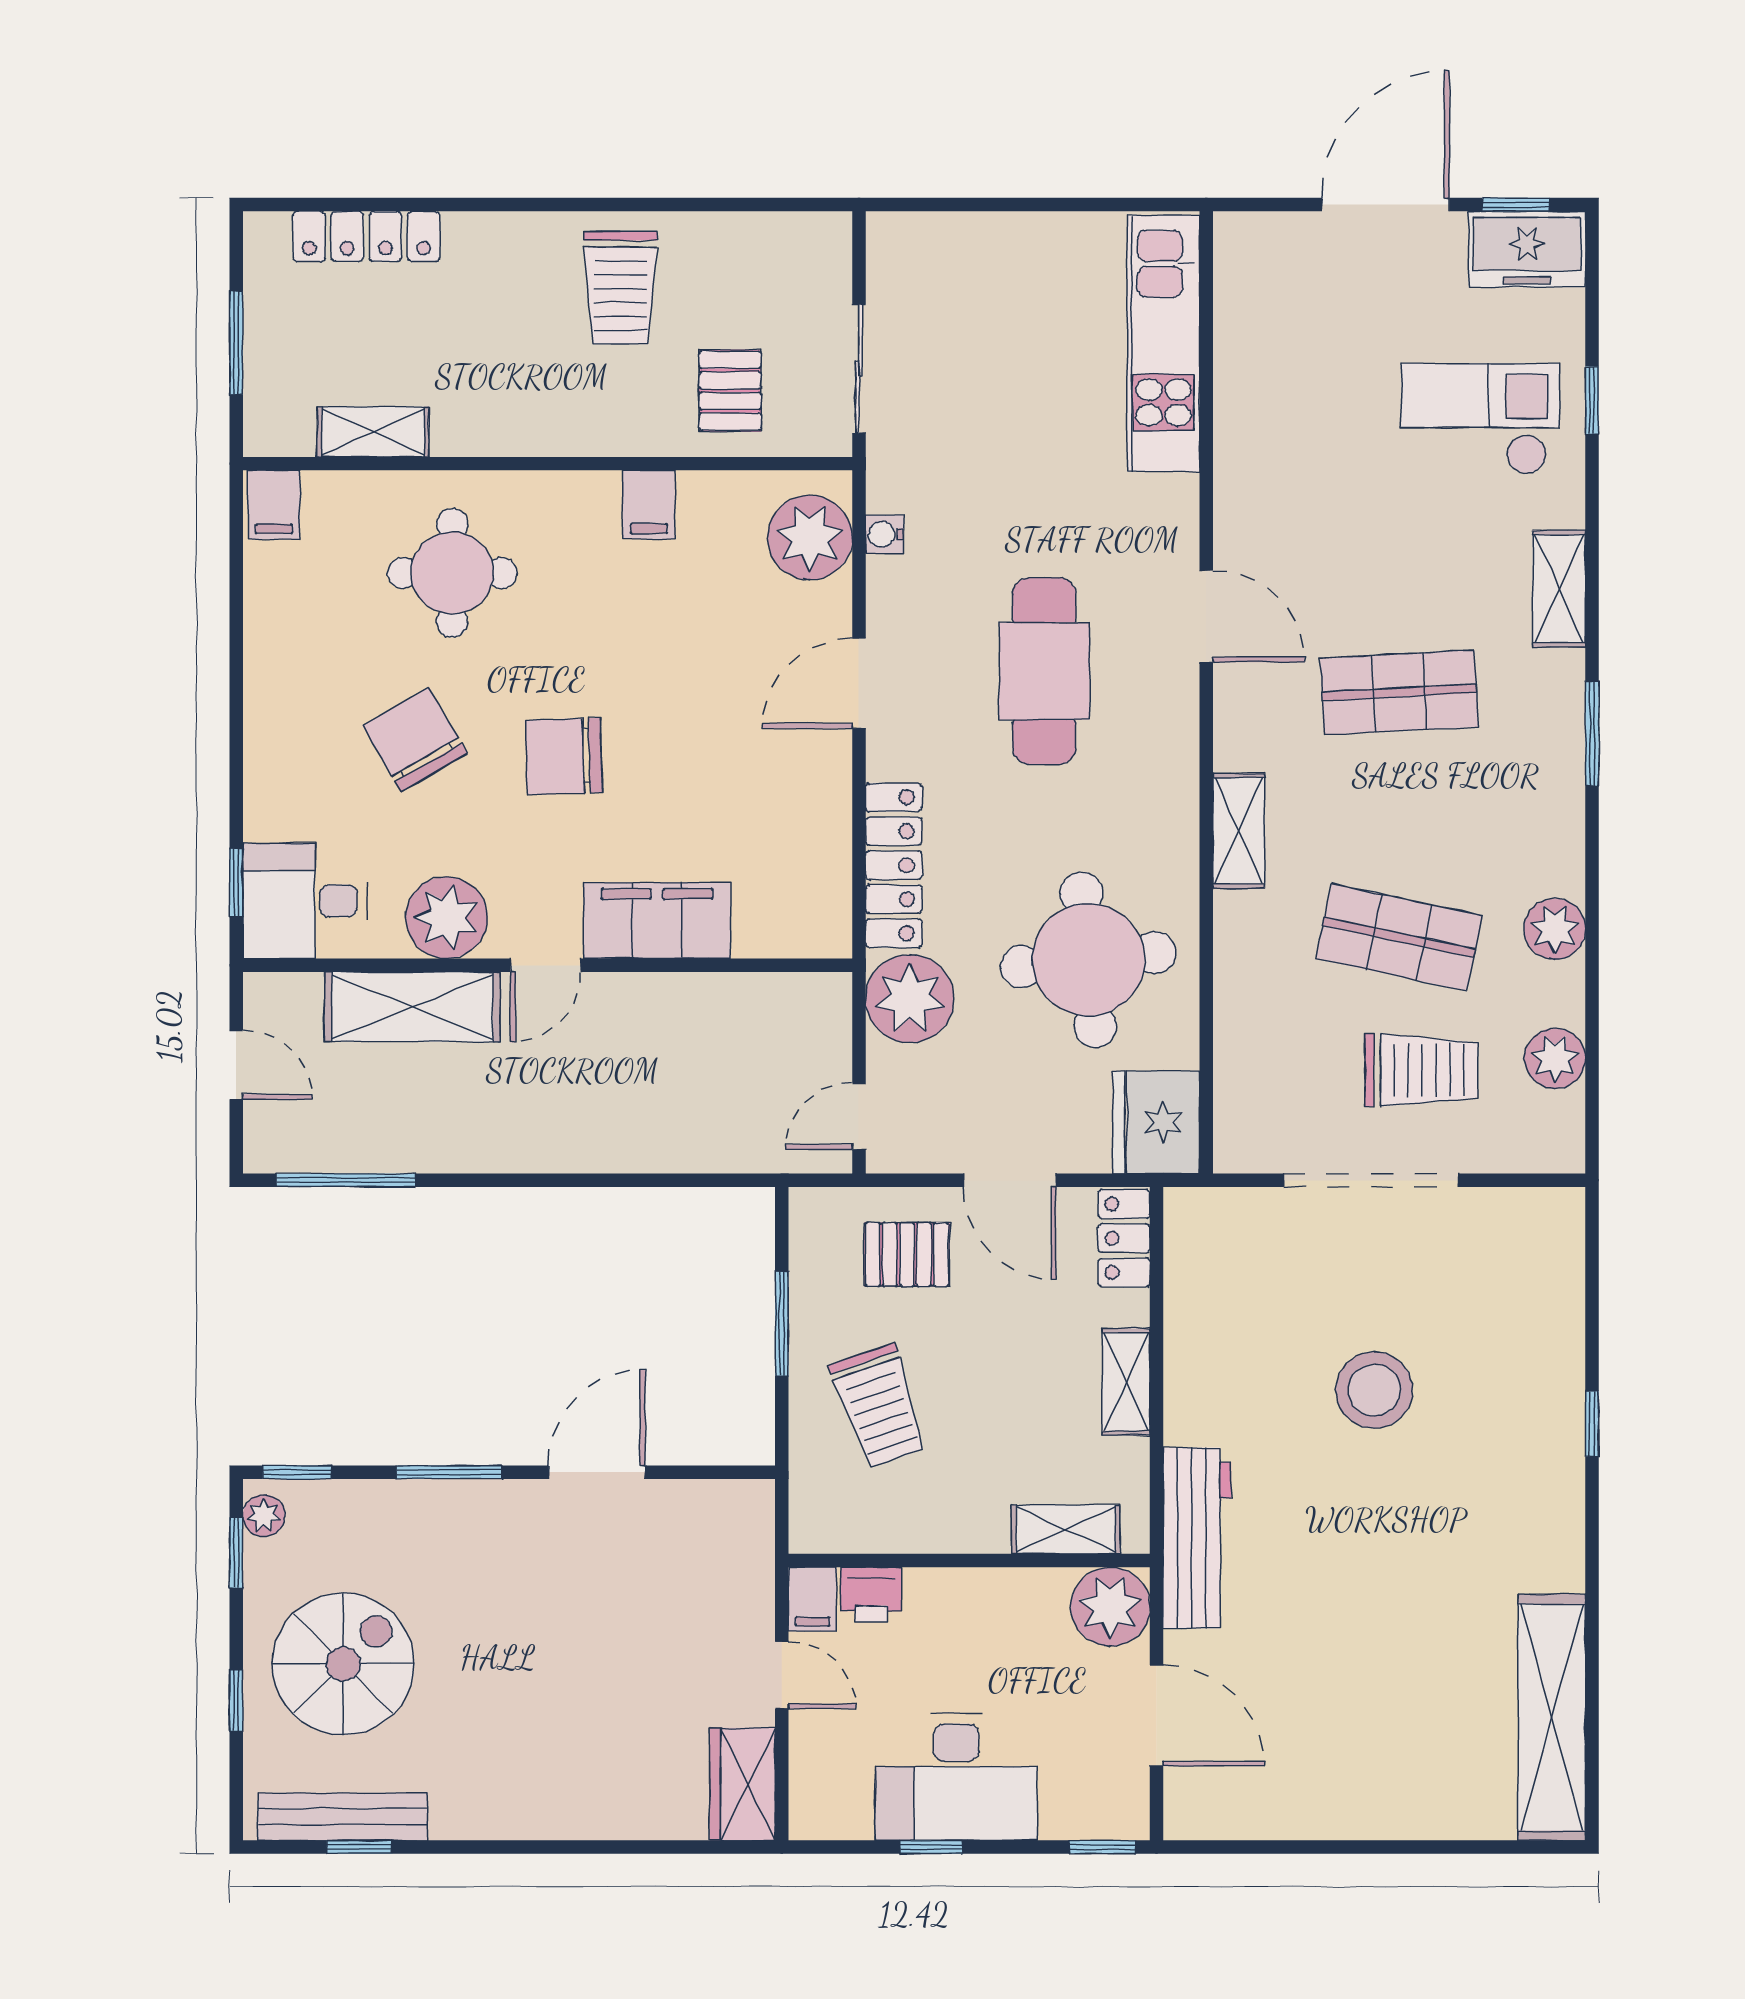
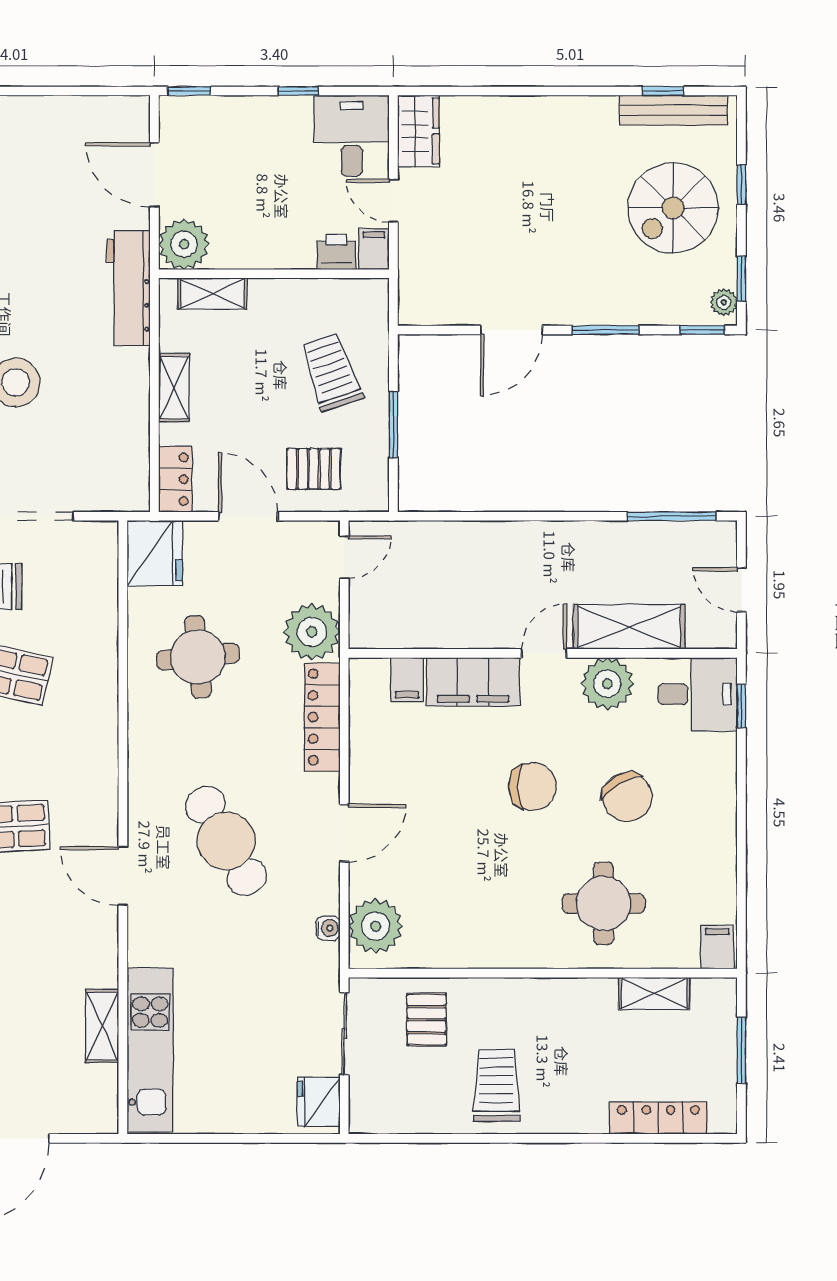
fridge: (899, 262) -> (319, 1102), added
filing cabinet: (649, 505) -> (407, 679), moved, turned 180
cafe table: (1044, 671) -> (226, 841), turned -30
shelving: (1239, 831) -> (102, 1026), moved
round table: (1088, 960) -> (198, 657), width x0.73, depth x0.73
desk: (956, 1777) -> (352, 136), moved, width x0.73

